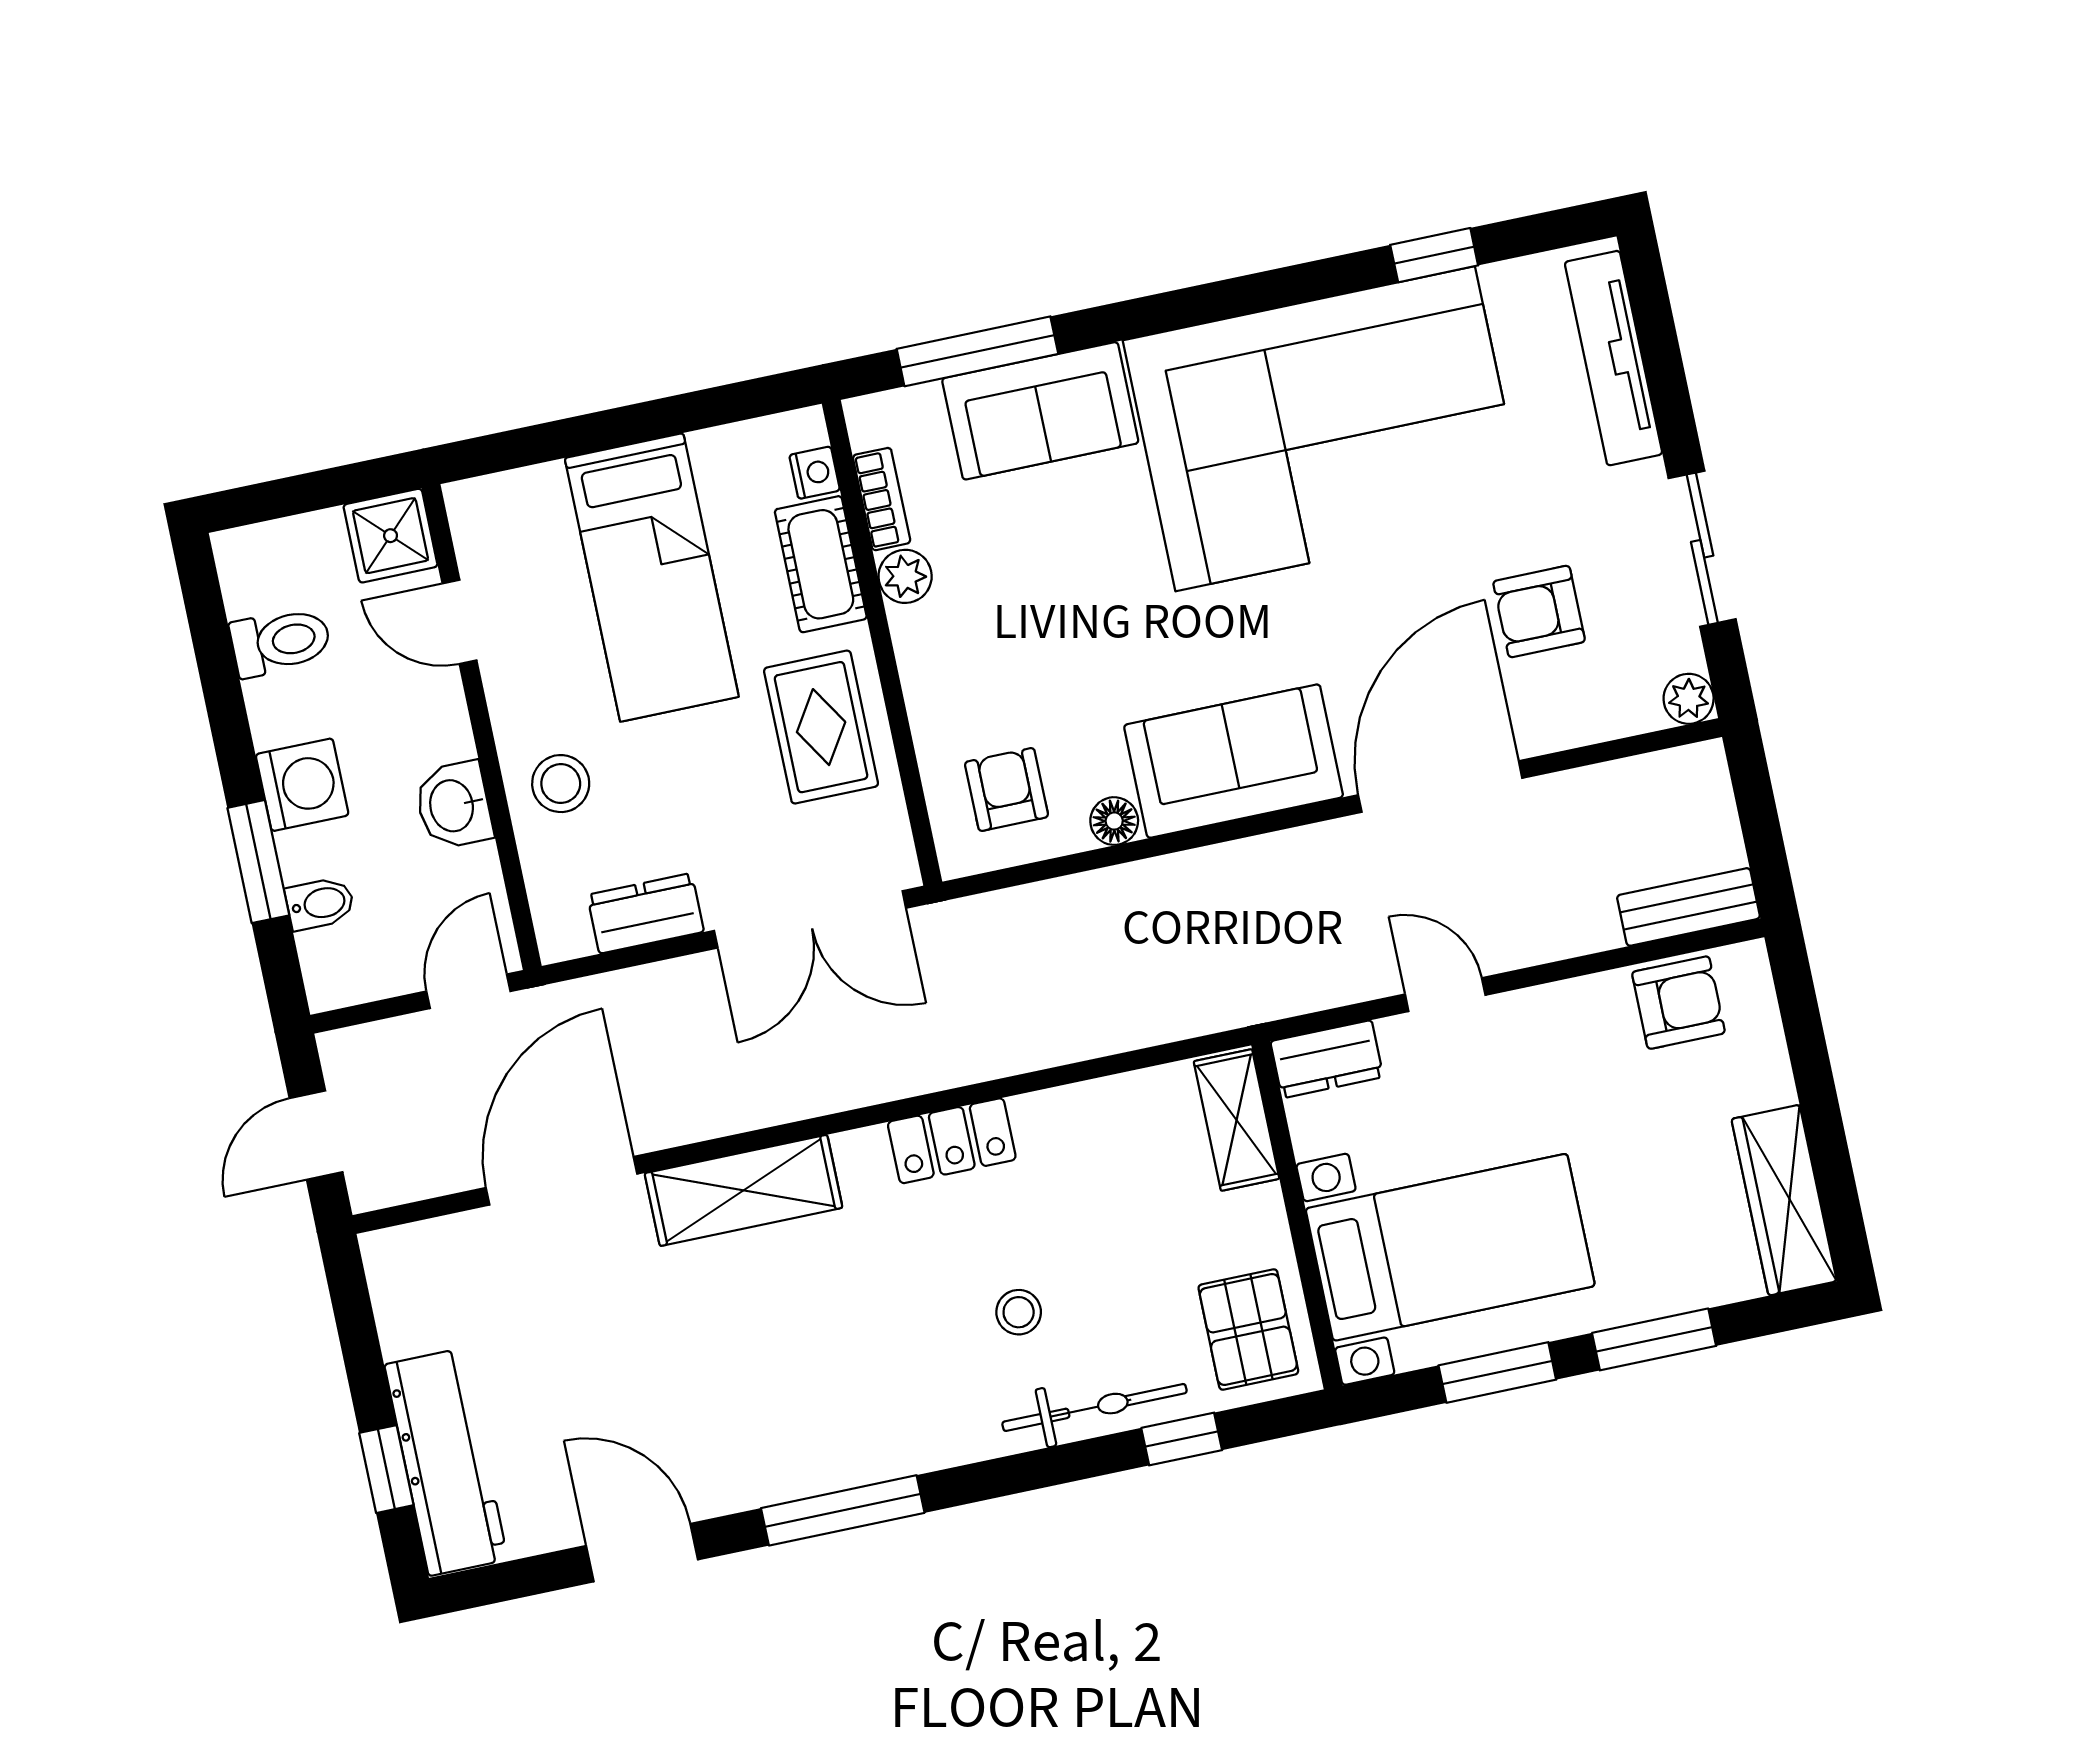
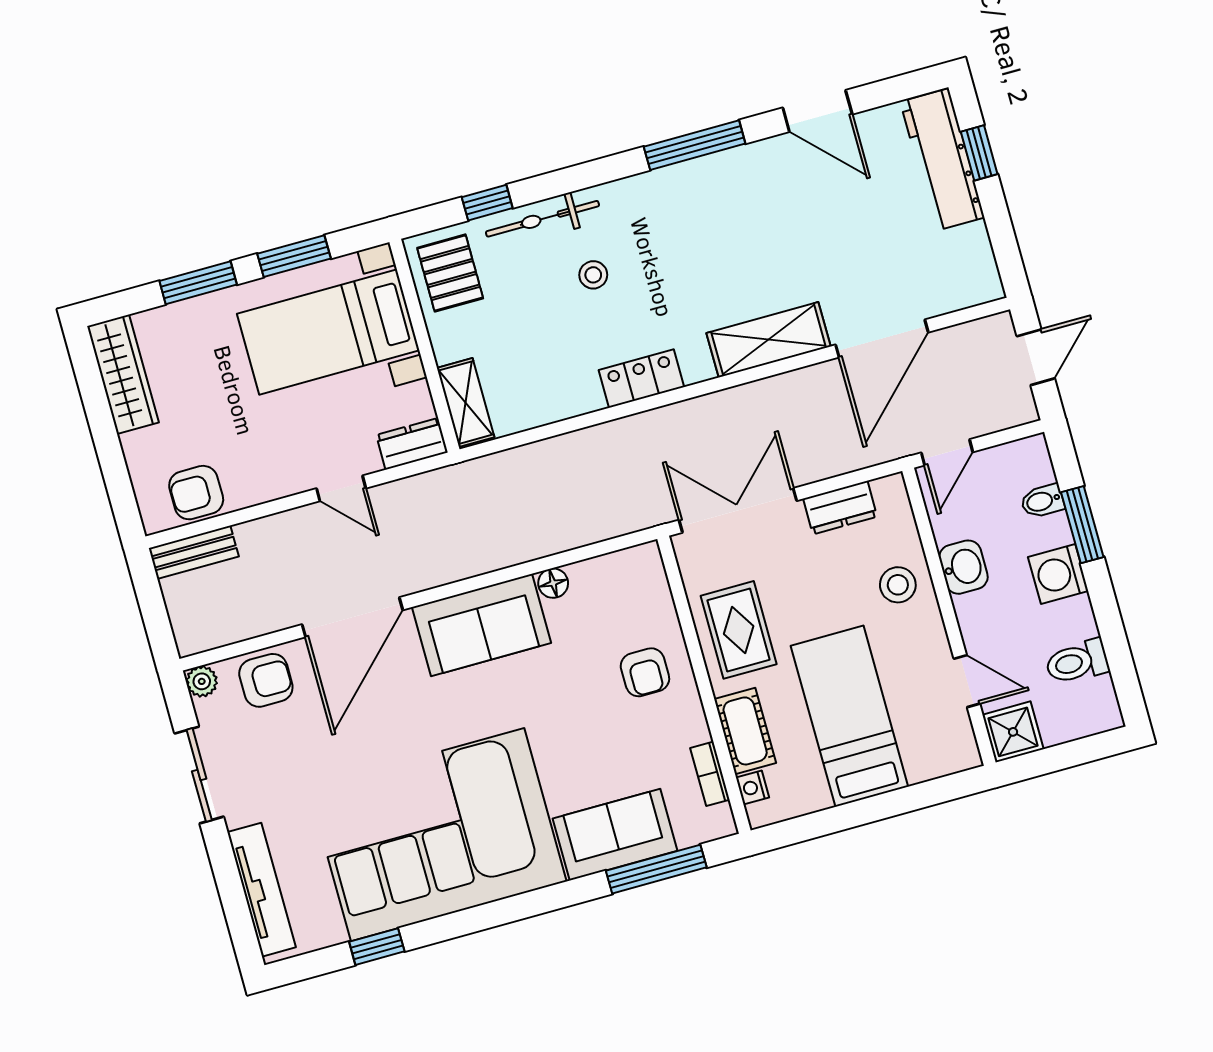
plant: (905, 576) -> (692, 727), removed
armchair: (1539, 611) -> (266, 680), moved
armchair: (1007, 789) -> (645, 672), moved

